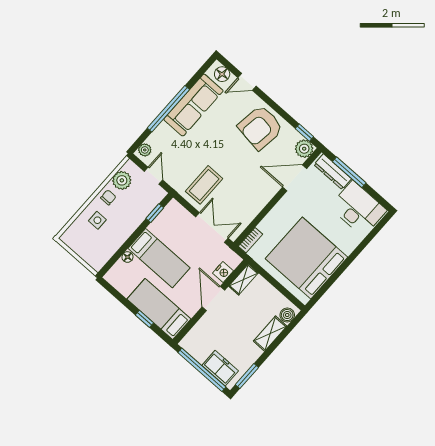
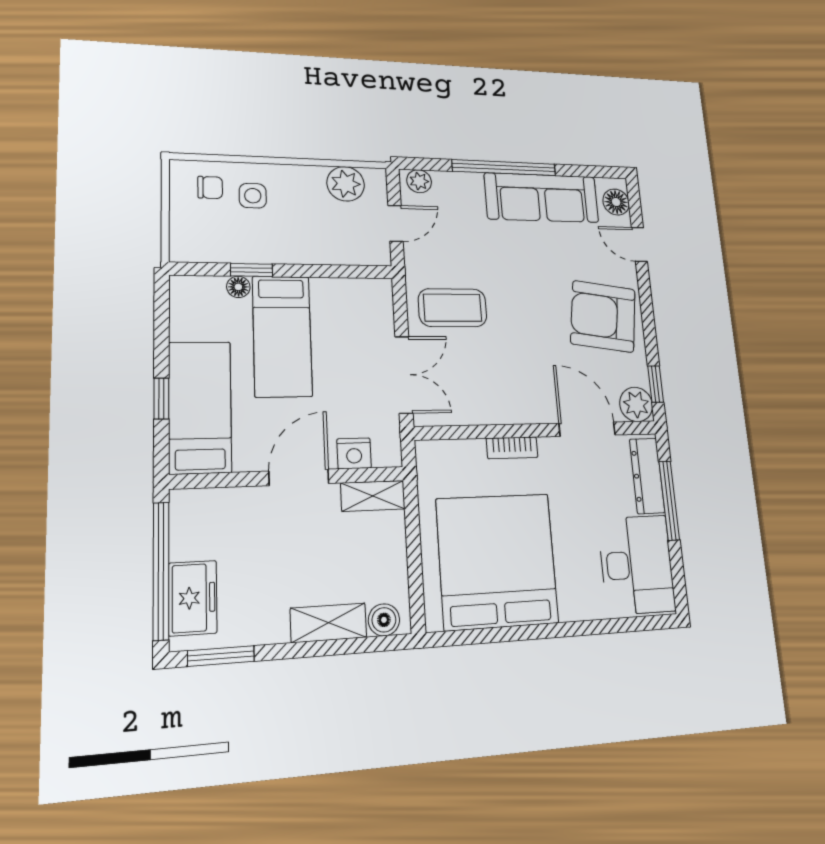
chair: (108, 197) -> (210, 187), moved
window: (155, 213) -> (252, 270), moved
bookcase: (250, 240) -> (512, 448), moved

